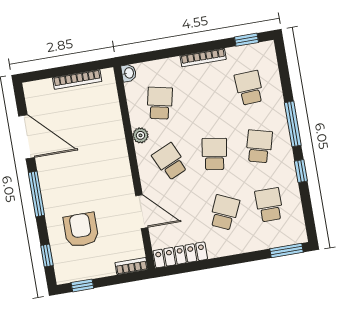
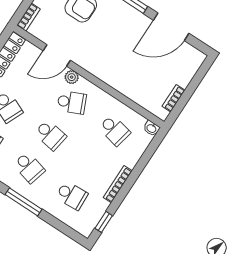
bookcase: (77, 79) -> (174, 98), width x0.64
plant: (140, 135) -> (72, 77), moved

